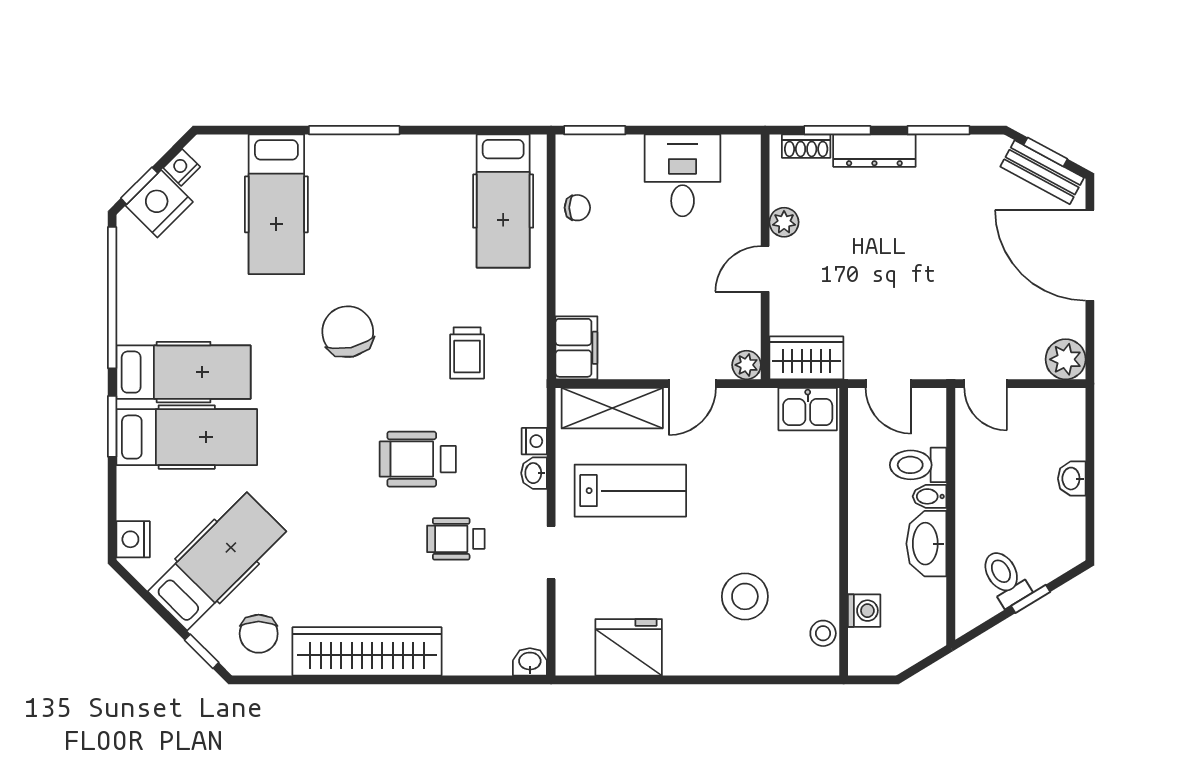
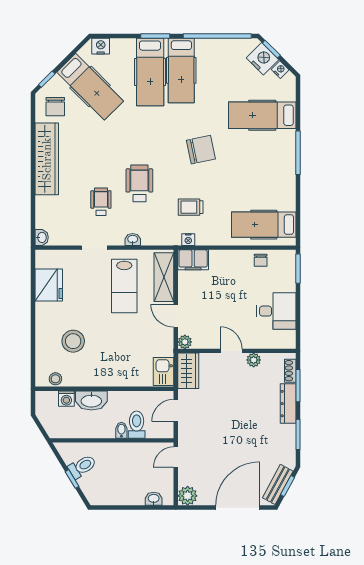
nightstand: (534, 441) -> (188, 240), moved
washbasin: (1072, 479) -> (154, 499), moved
washbasin: (926, 544) -> (91, 401), moved, turned 180
chair: (259, 634) -> (55, 107), turned -90

